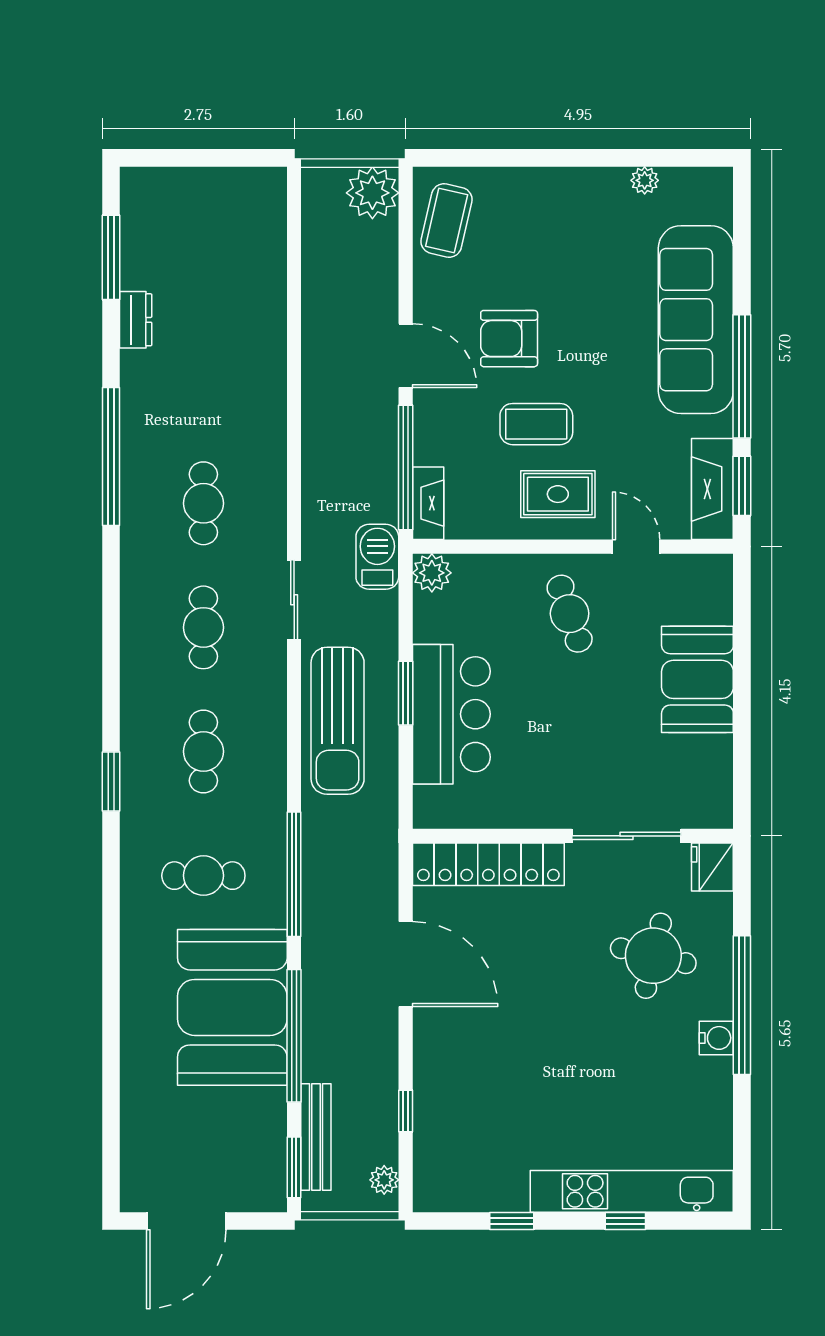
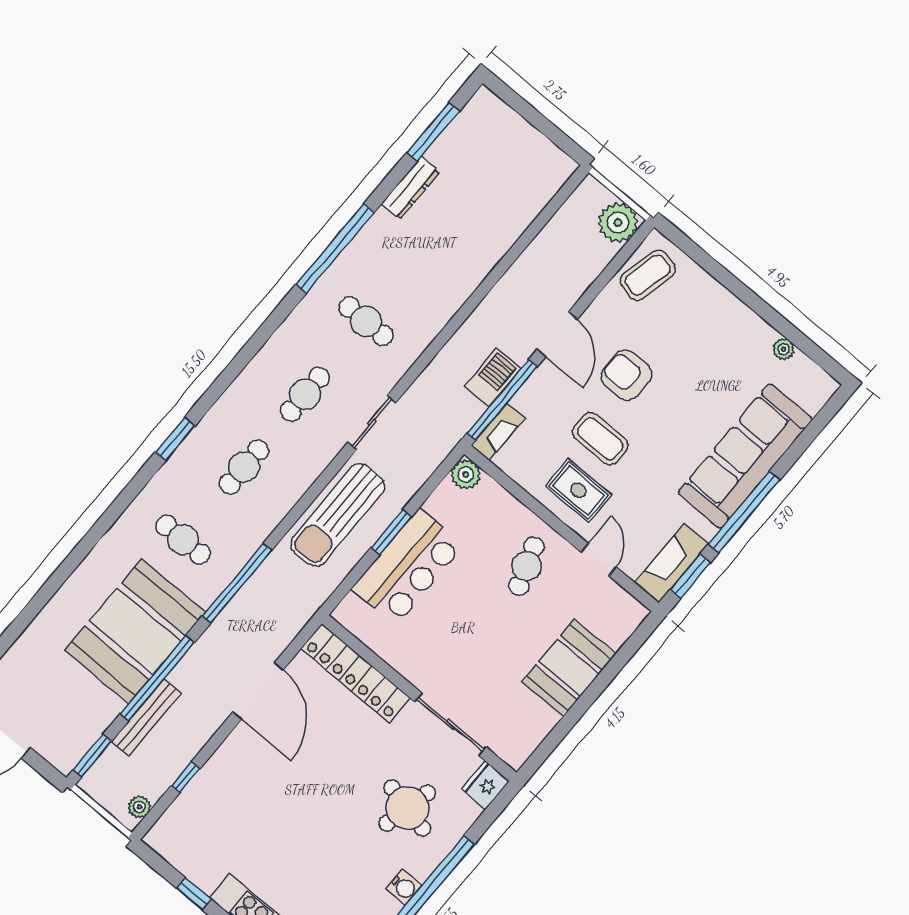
dresser: (136, 320) -> (411, 188), width x1.44
cafe table: (203, 503) -> (366, 321), turned 90
barbecue: (377, 557) -> (493, 378), moved
bench: (316, 1137) -> (146, 717), moved

